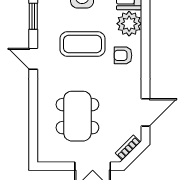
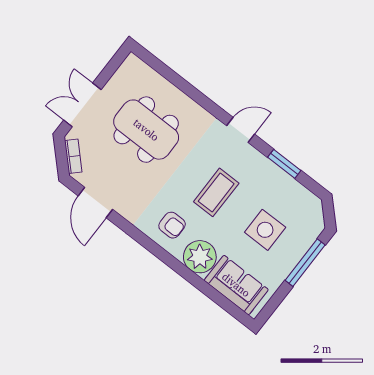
coffee table: (83, 44) -> (216, 192), width x0.73, depth x0.76
armchair: (123, 55) -> (172, 225), turned 90

